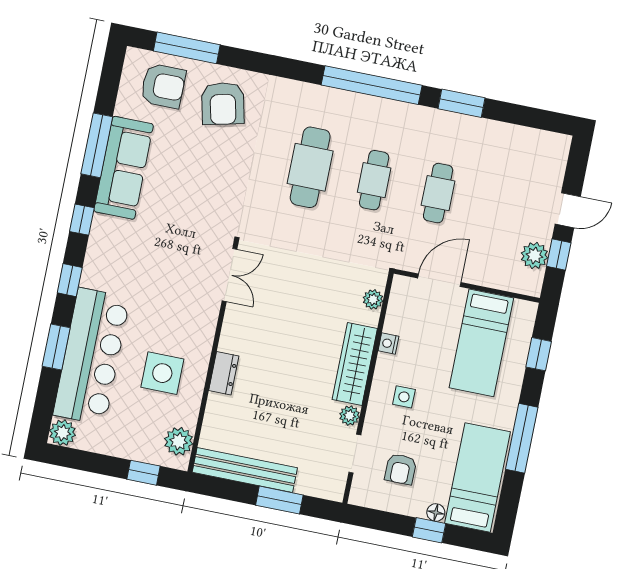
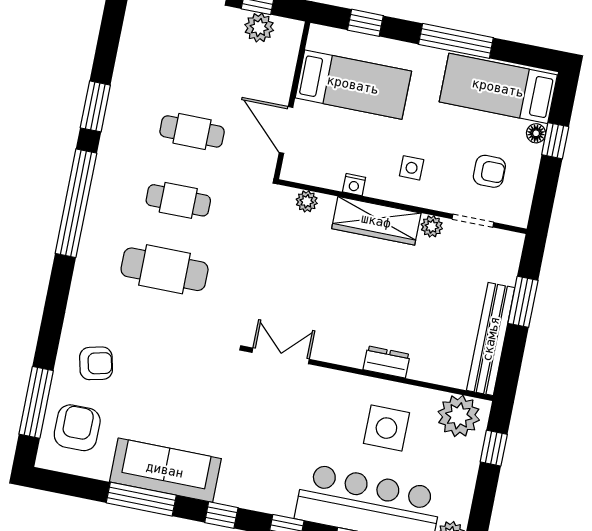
armchair: (223, 104) -> (96, 363), width x0.72, depth x0.72
plant: (179, 441) -> (459, 416), width x1.36, depth x1.36

